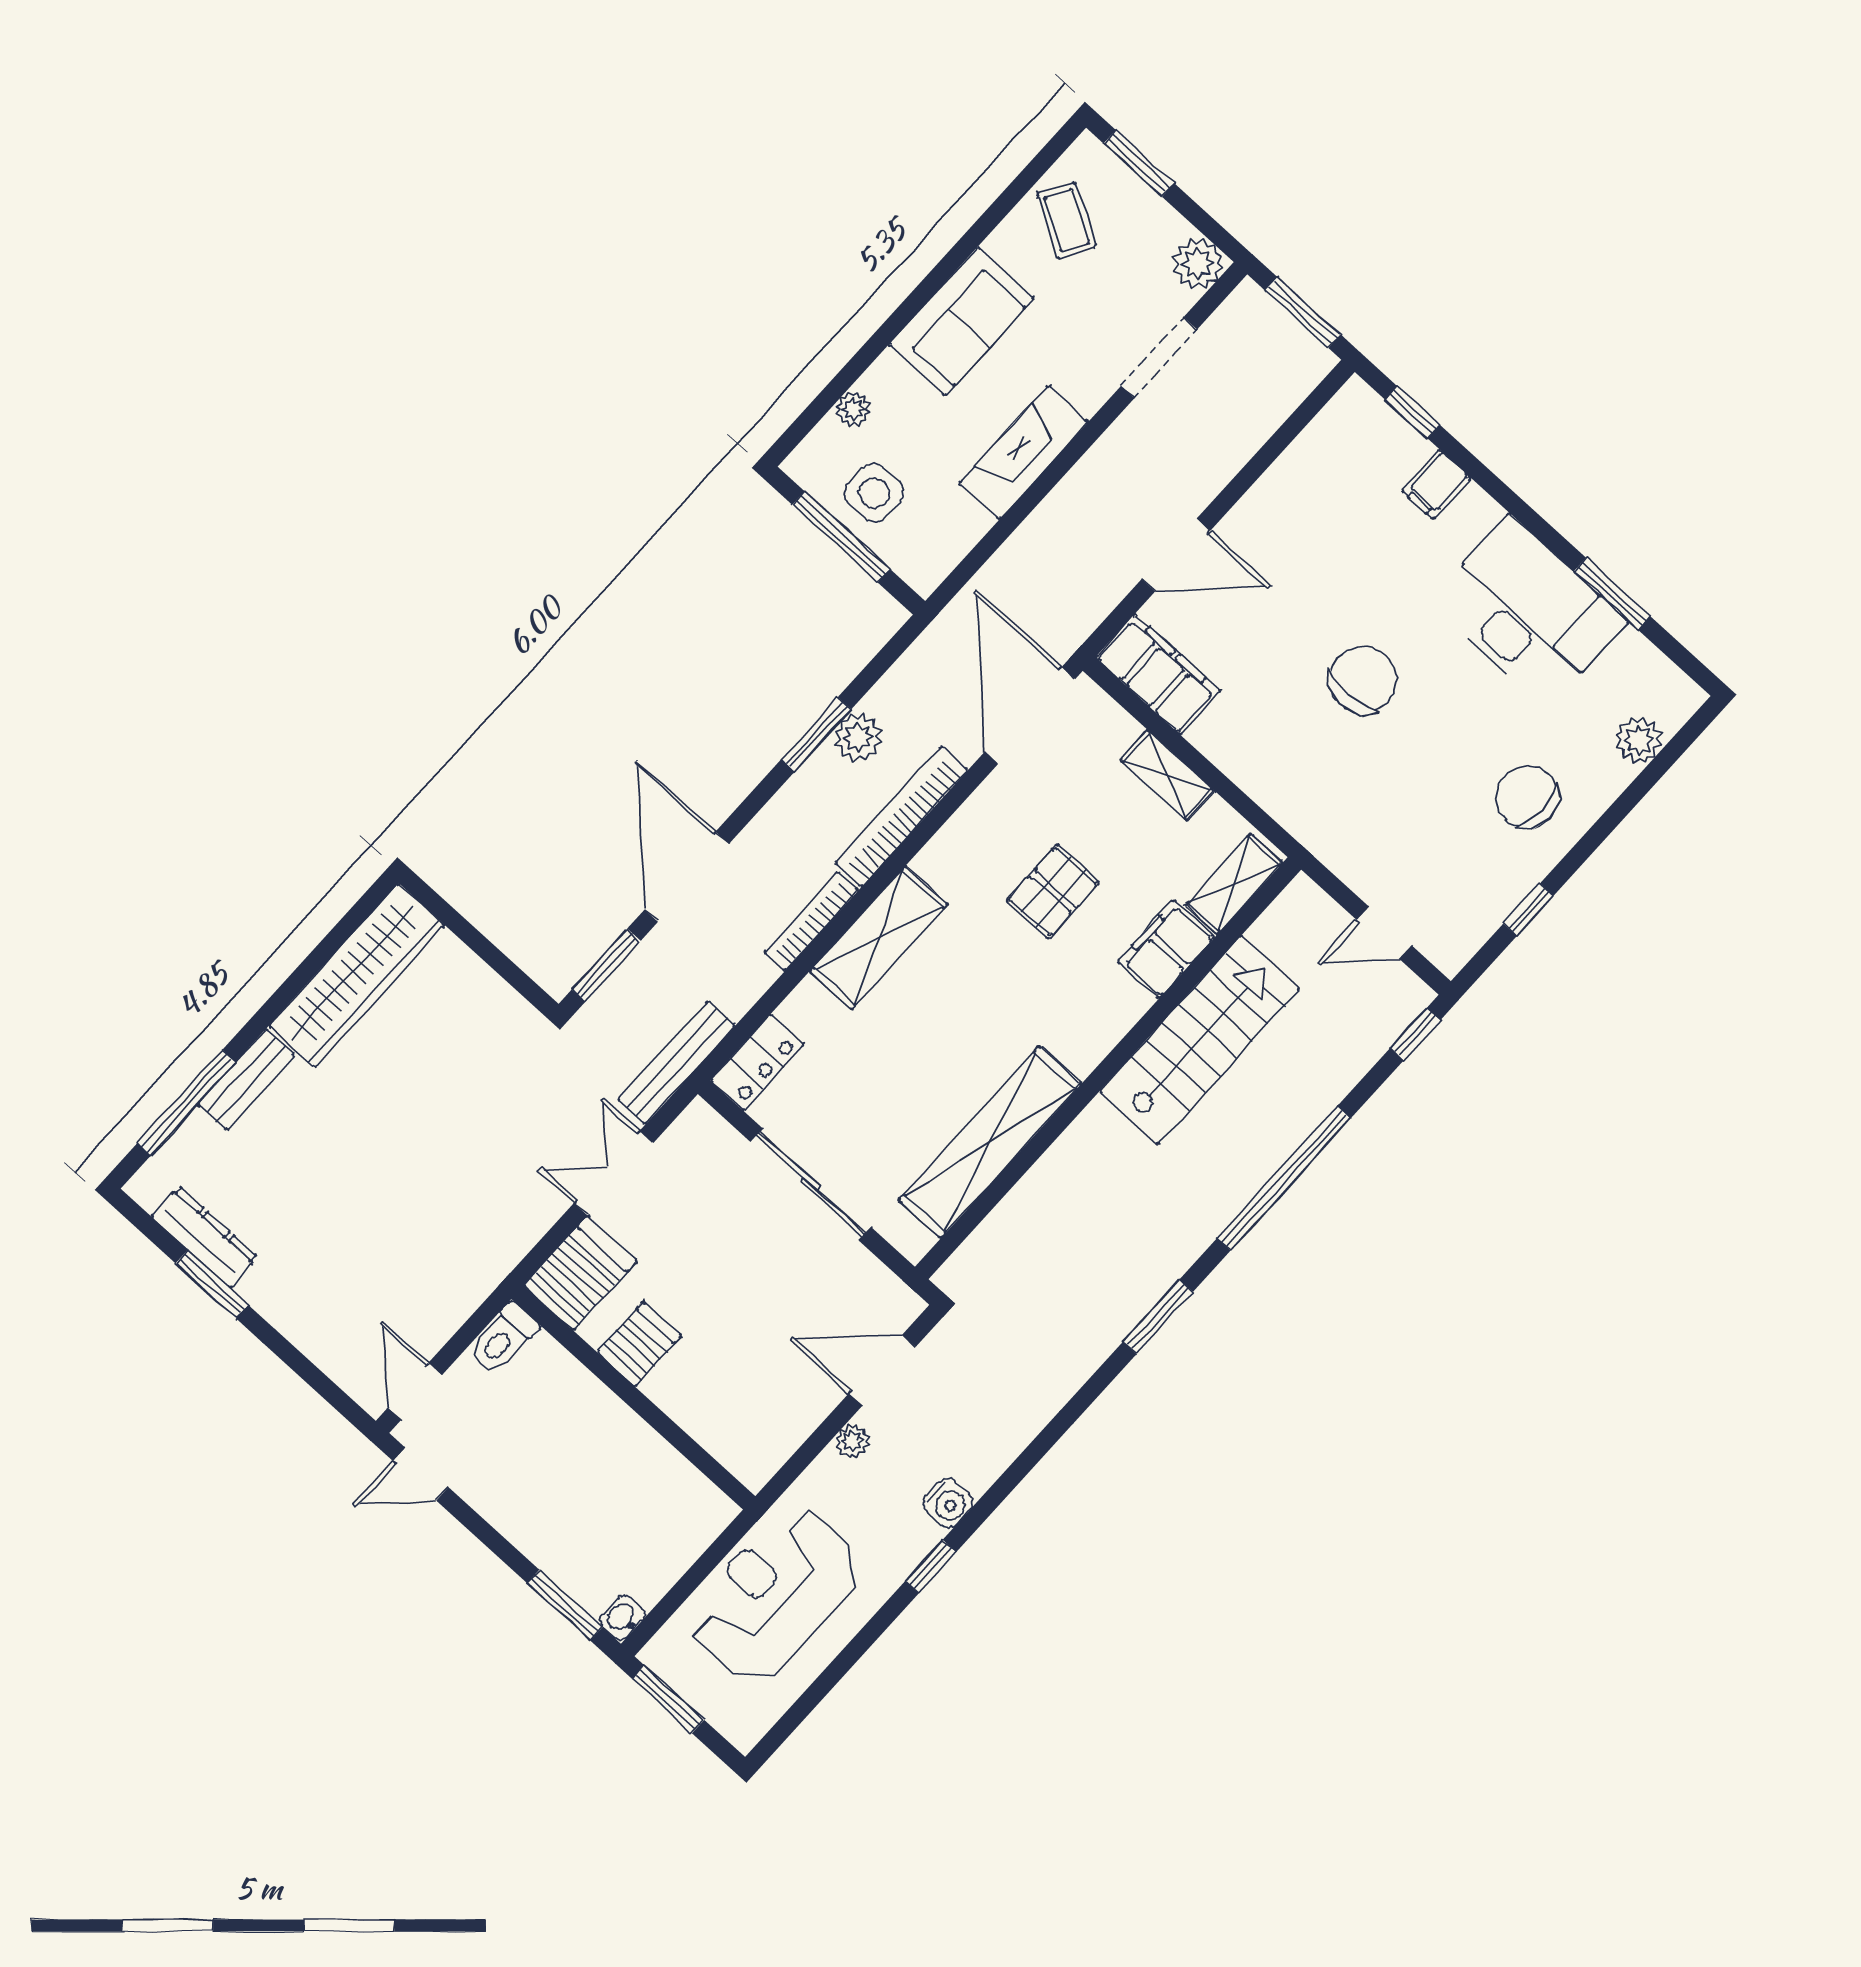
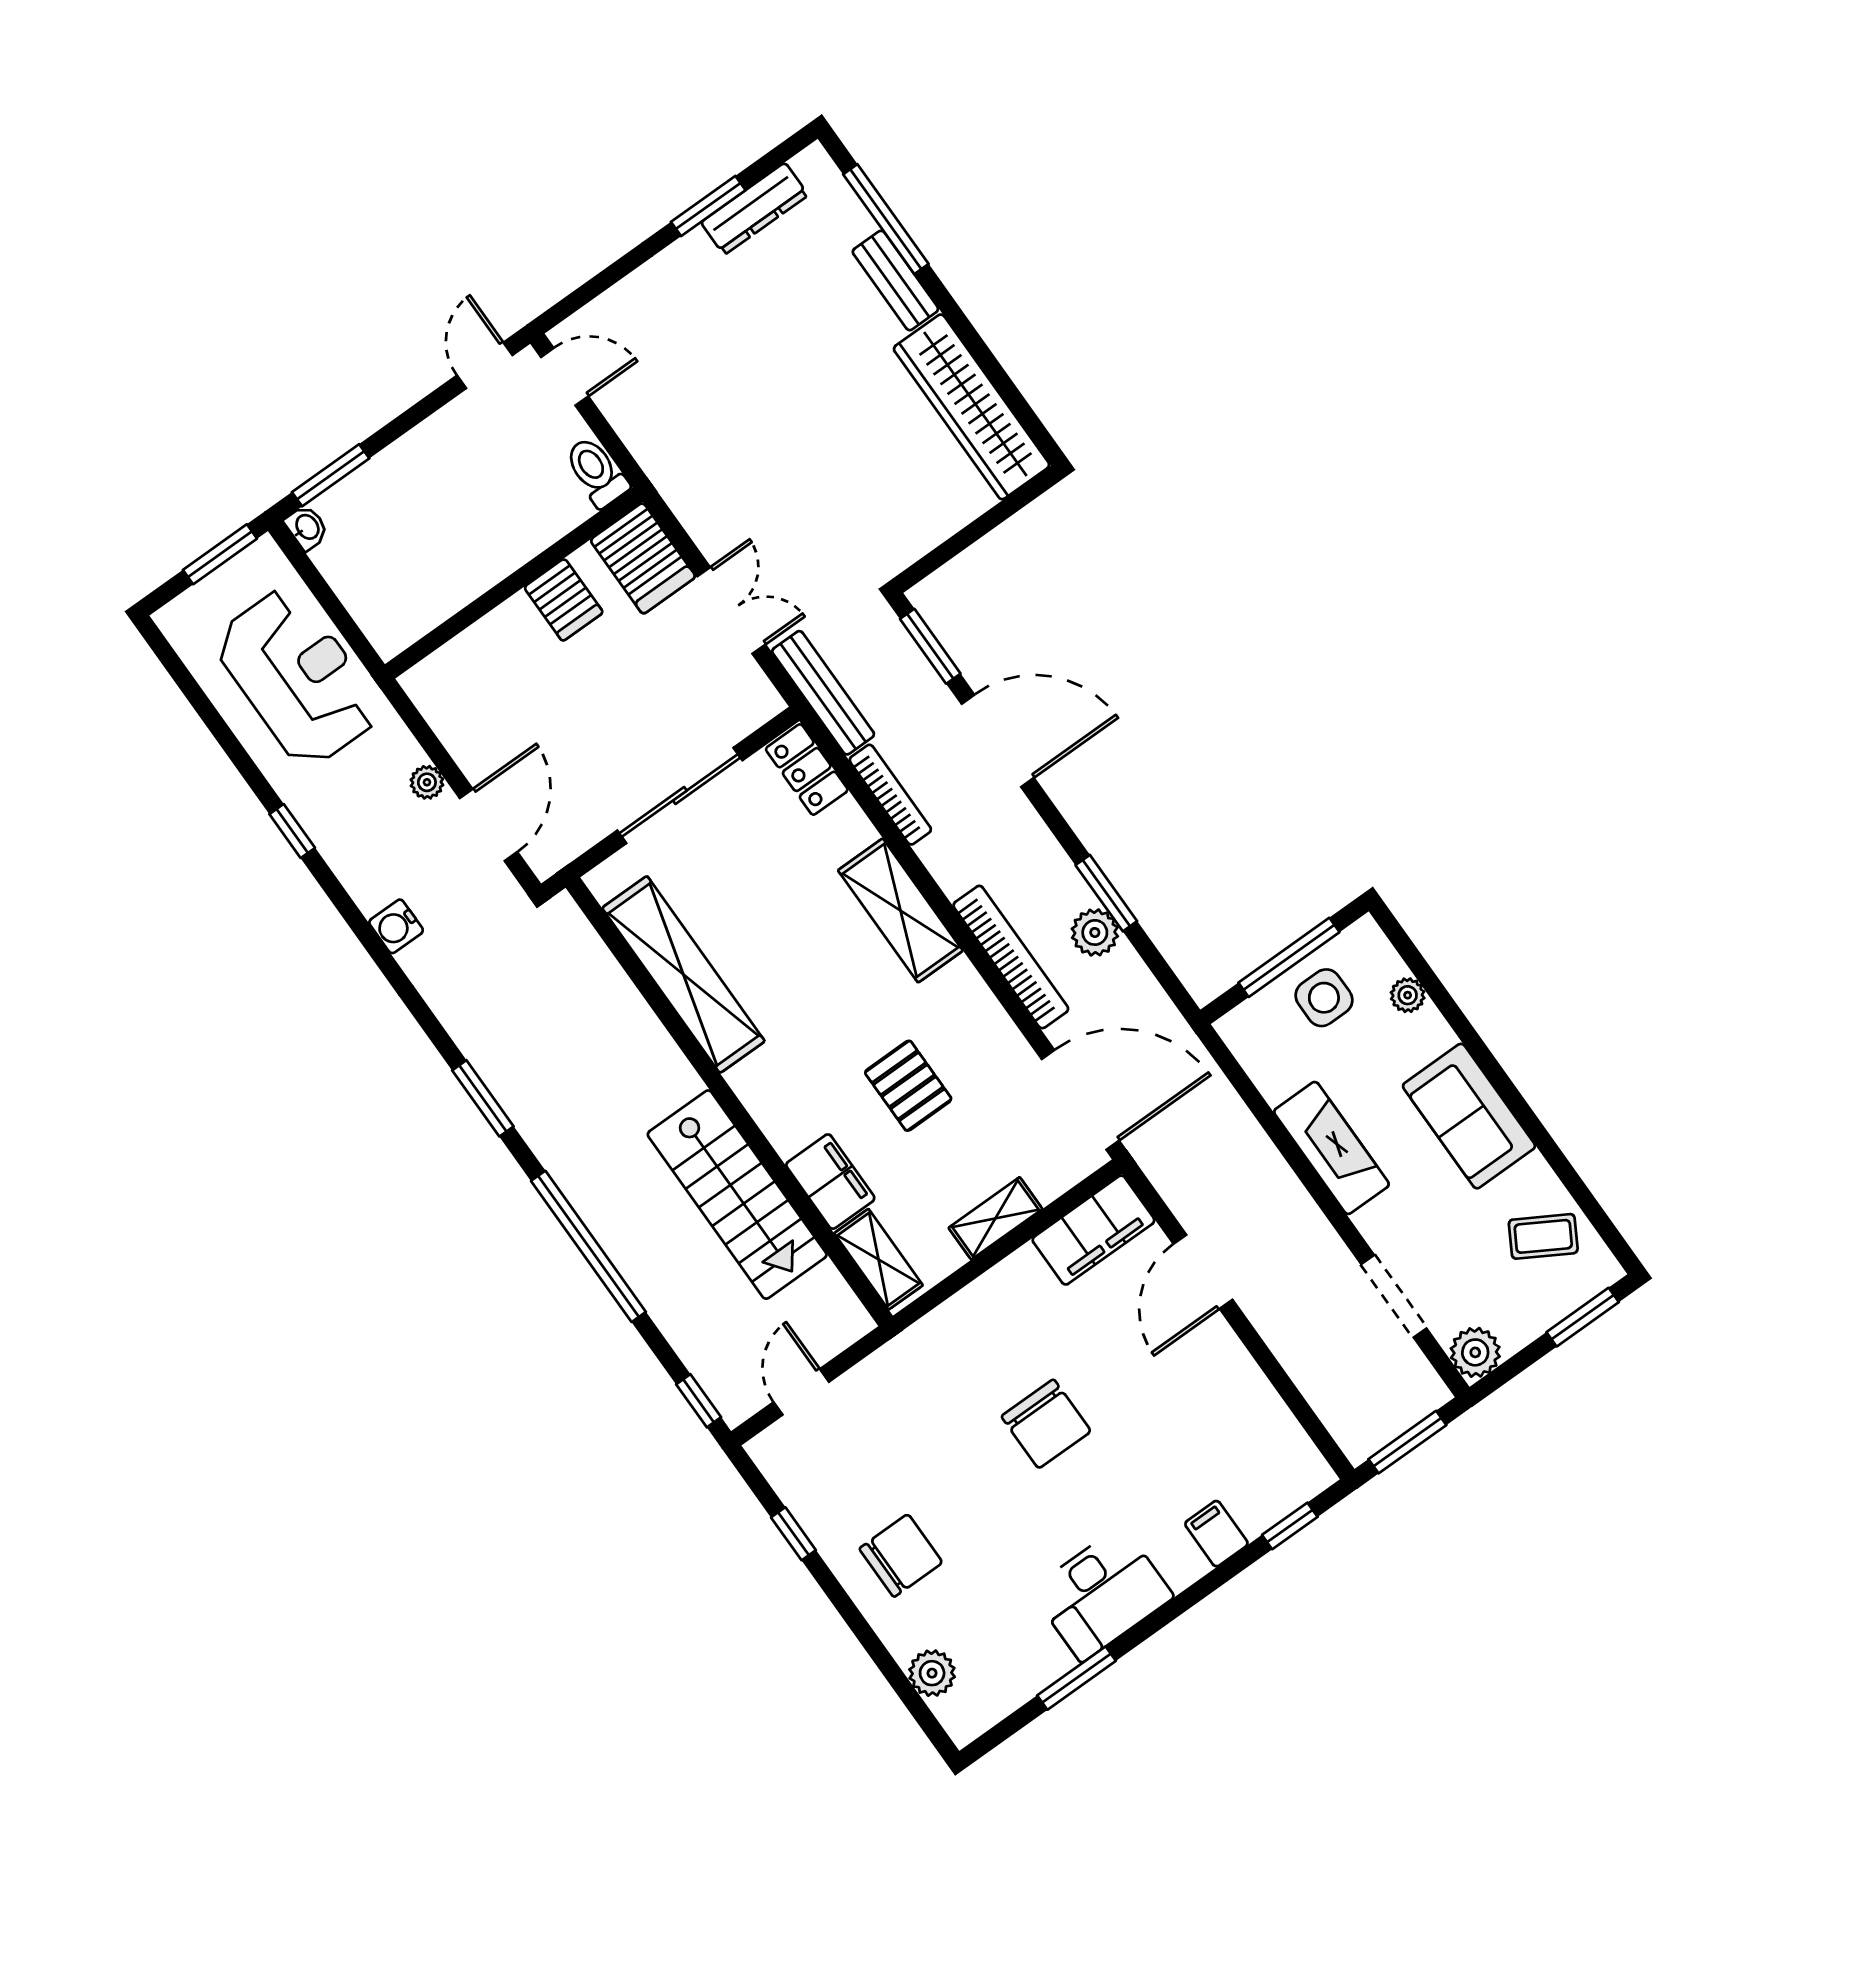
desk: (1528, 612) -> (1102, 1593), width x0.73, depth x0.77
bookcase: (811, 921) -> (890, 795), moved
water cooler: (948, 1503) -> (396, 926), moved

